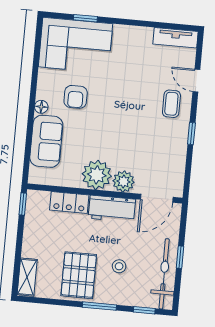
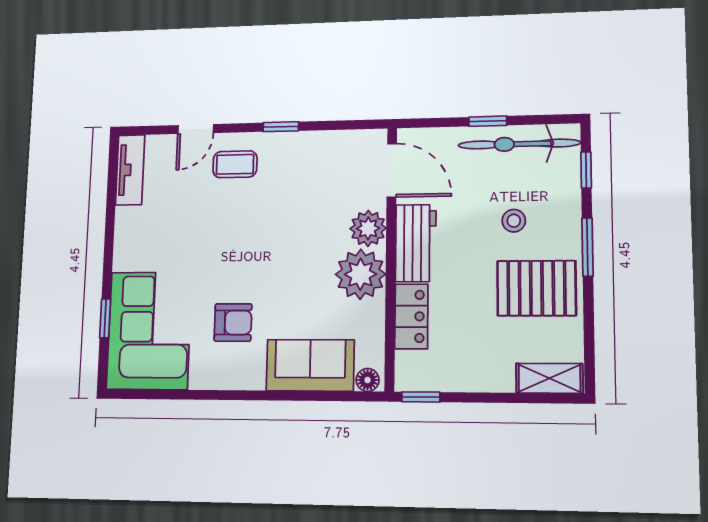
floor lamp: (41, 107) -> (368, 380), moved

